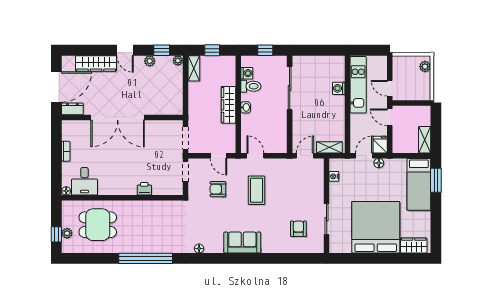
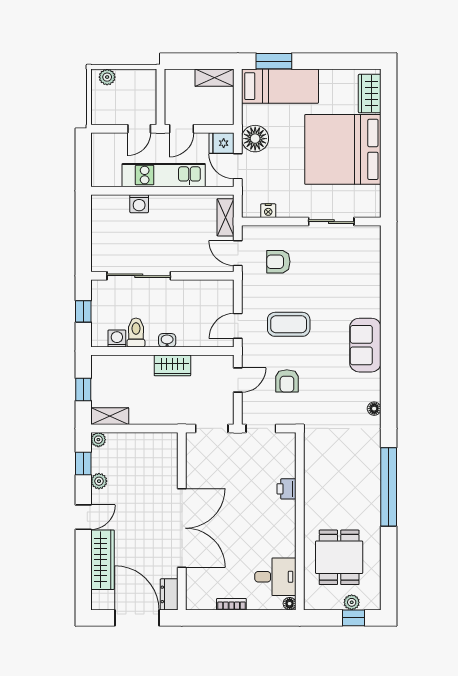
kitchen unit: (358, 85) -> (164, 175), moved
wardrobe: (228, 105) -> (172, 365), width x0.67
floor lamp: (379, 163) -> (255, 139), width x1.89, depth x1.89
armchair: (298, 229) -> (278, 262), moved

